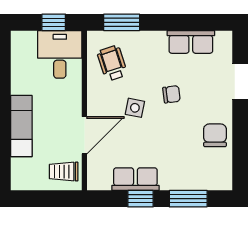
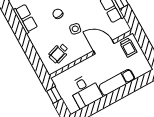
window: (122, 22) -> (35, 60), removed
desk: (60, 54) -> (85, 91), moved, turned -90

